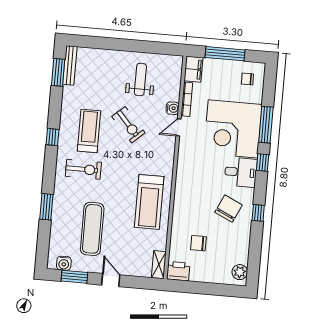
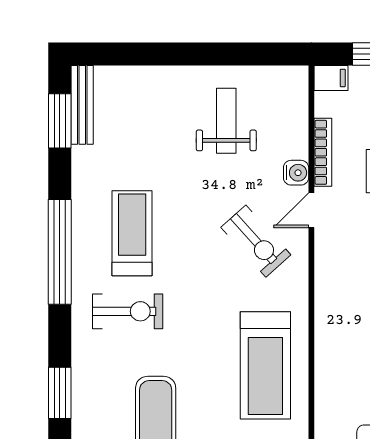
filing cabinet: (193, 69) -> (331, 78), width x0.50
exercise bike: (128, 125) -> (256, 241), moved
window: (52, 137) -> (60, 252), width x3.17

